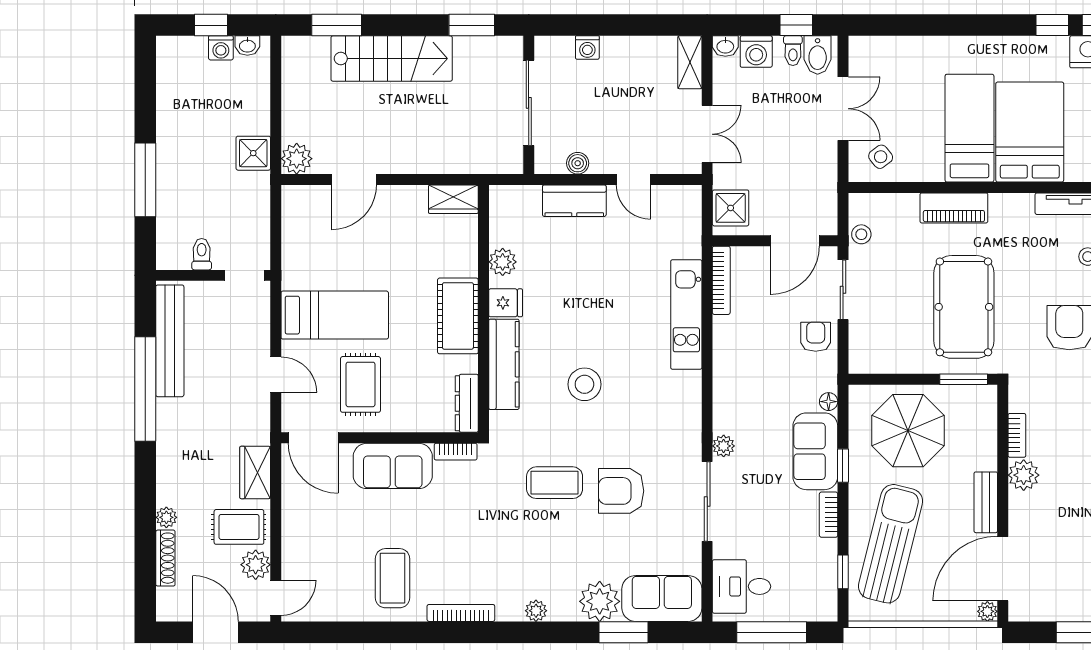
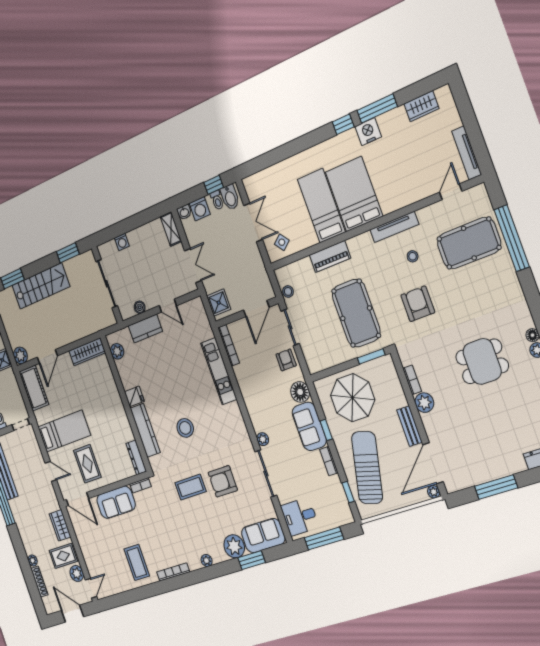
wardrobe: (453, 199) -> (87, 352), width x1.50
plant: (503, 262) -> (117, 351), moved
cot: (458, 316) -> (34, 388), moved
floor lamp: (829, 402) -> (300, 392), width x1.89, depth x1.89

